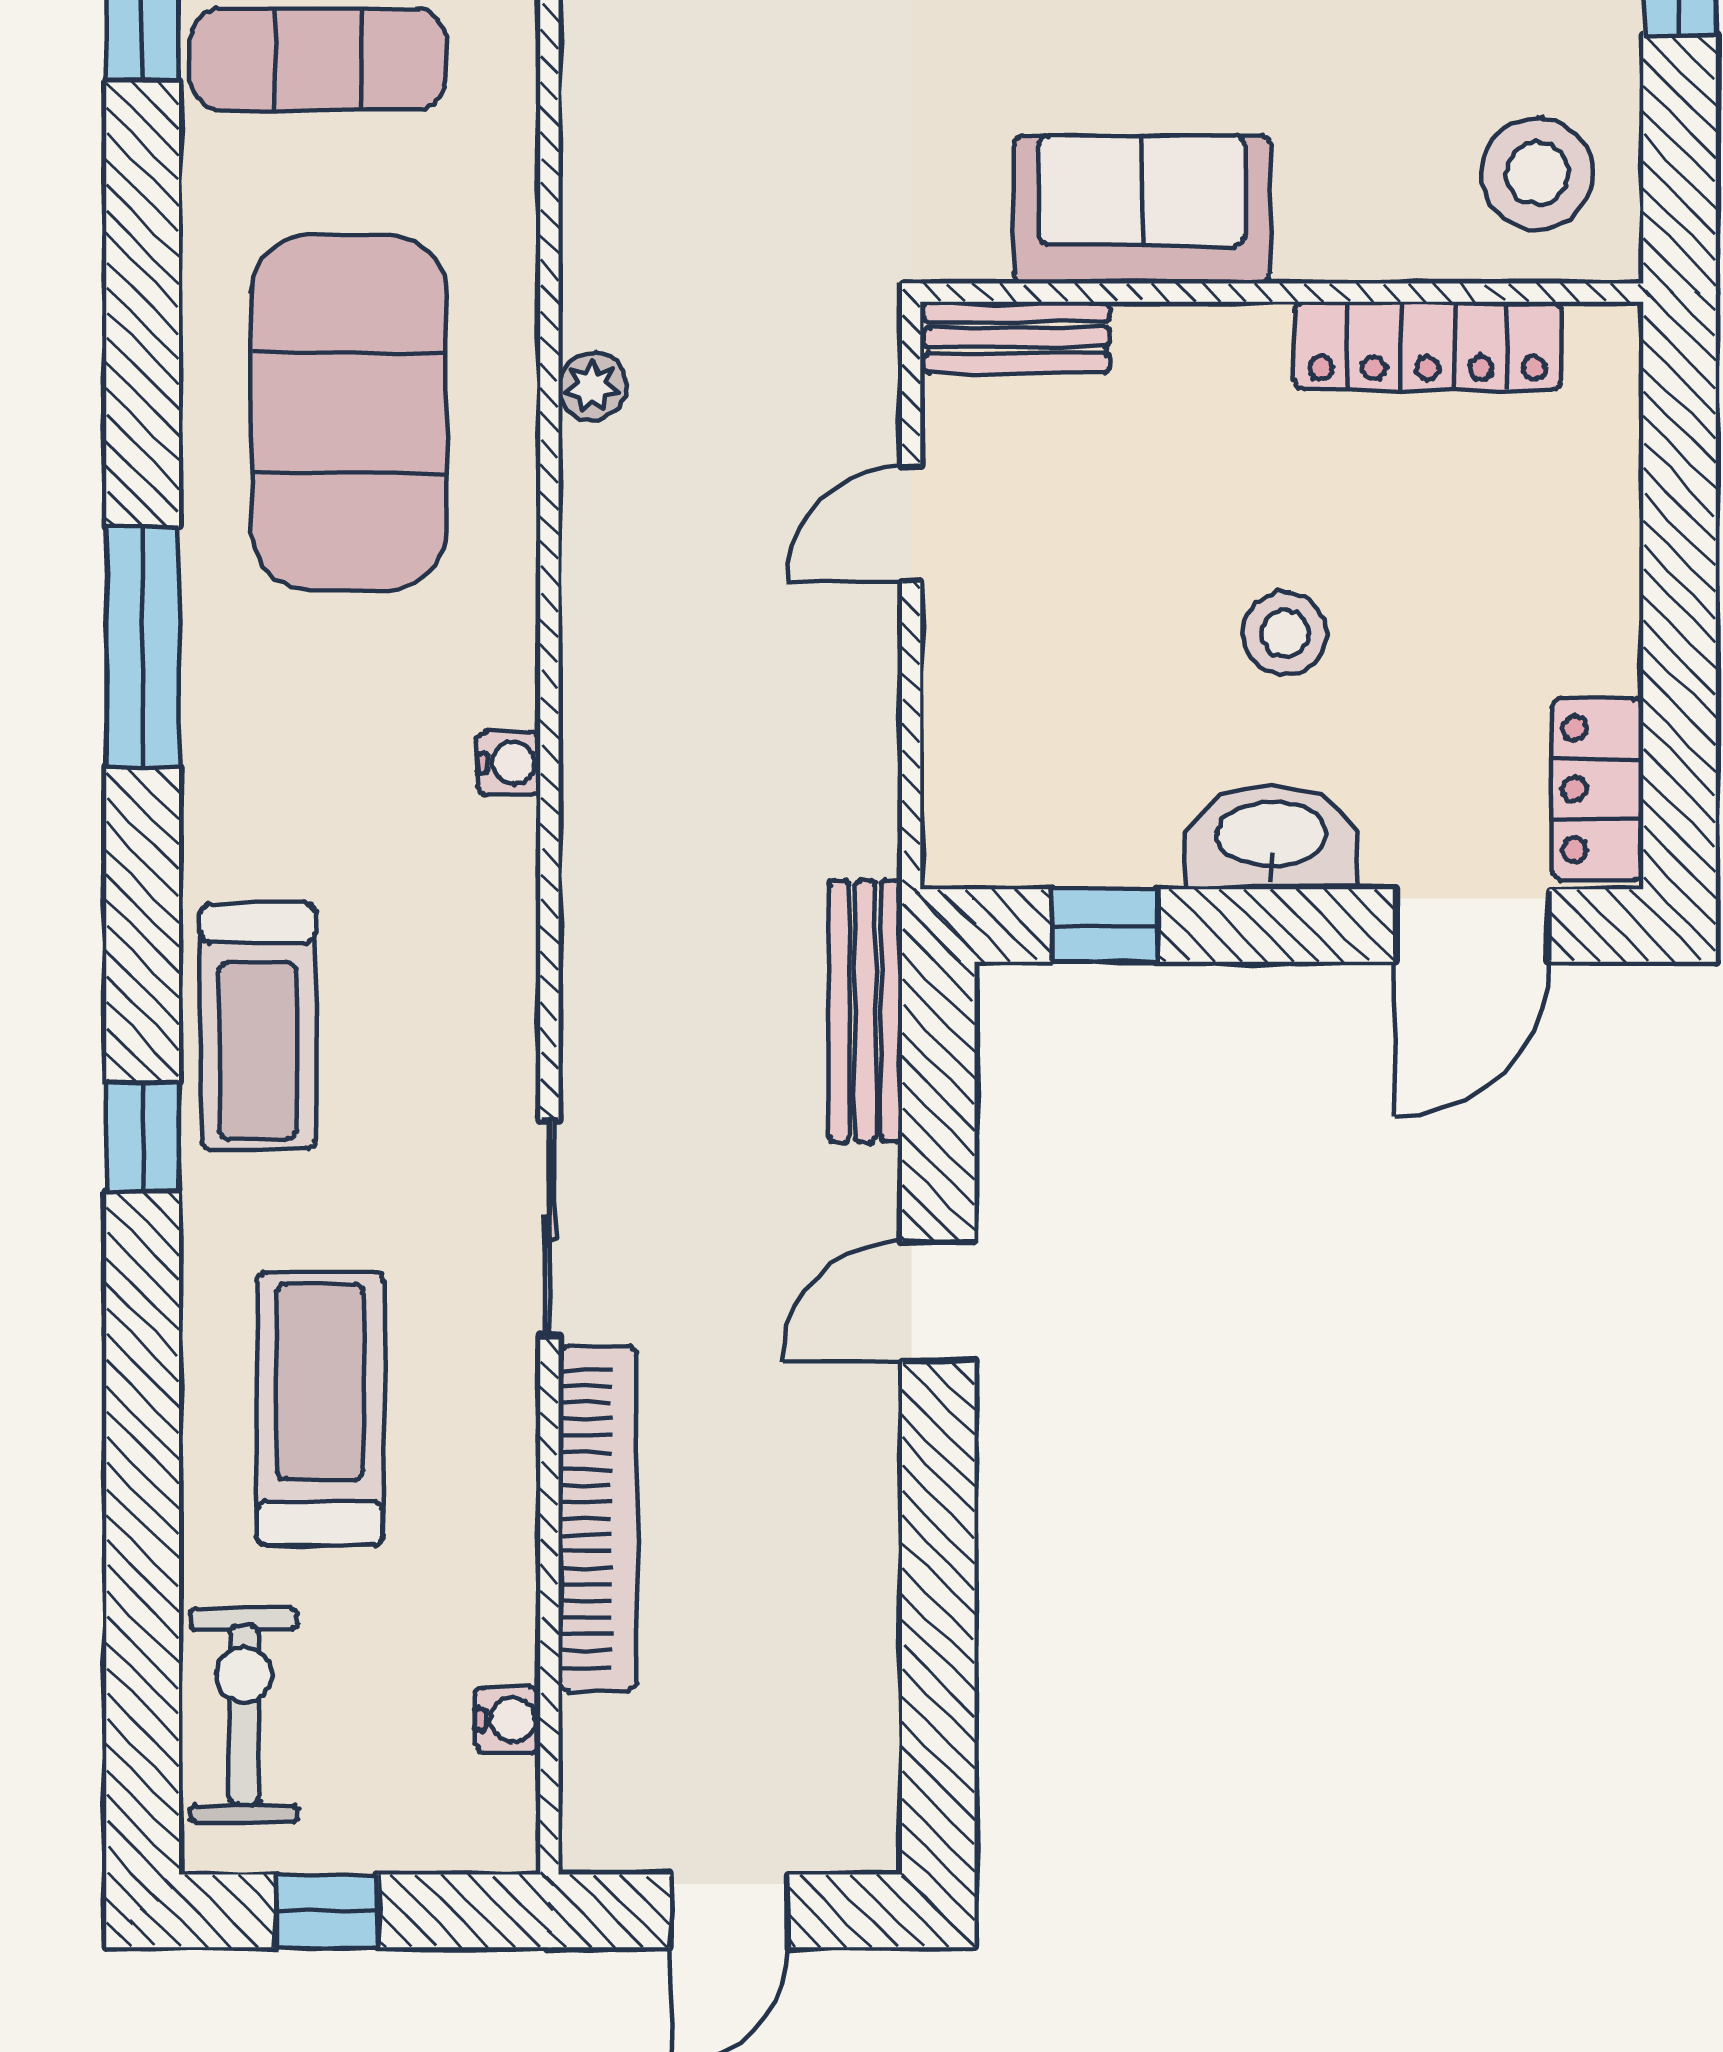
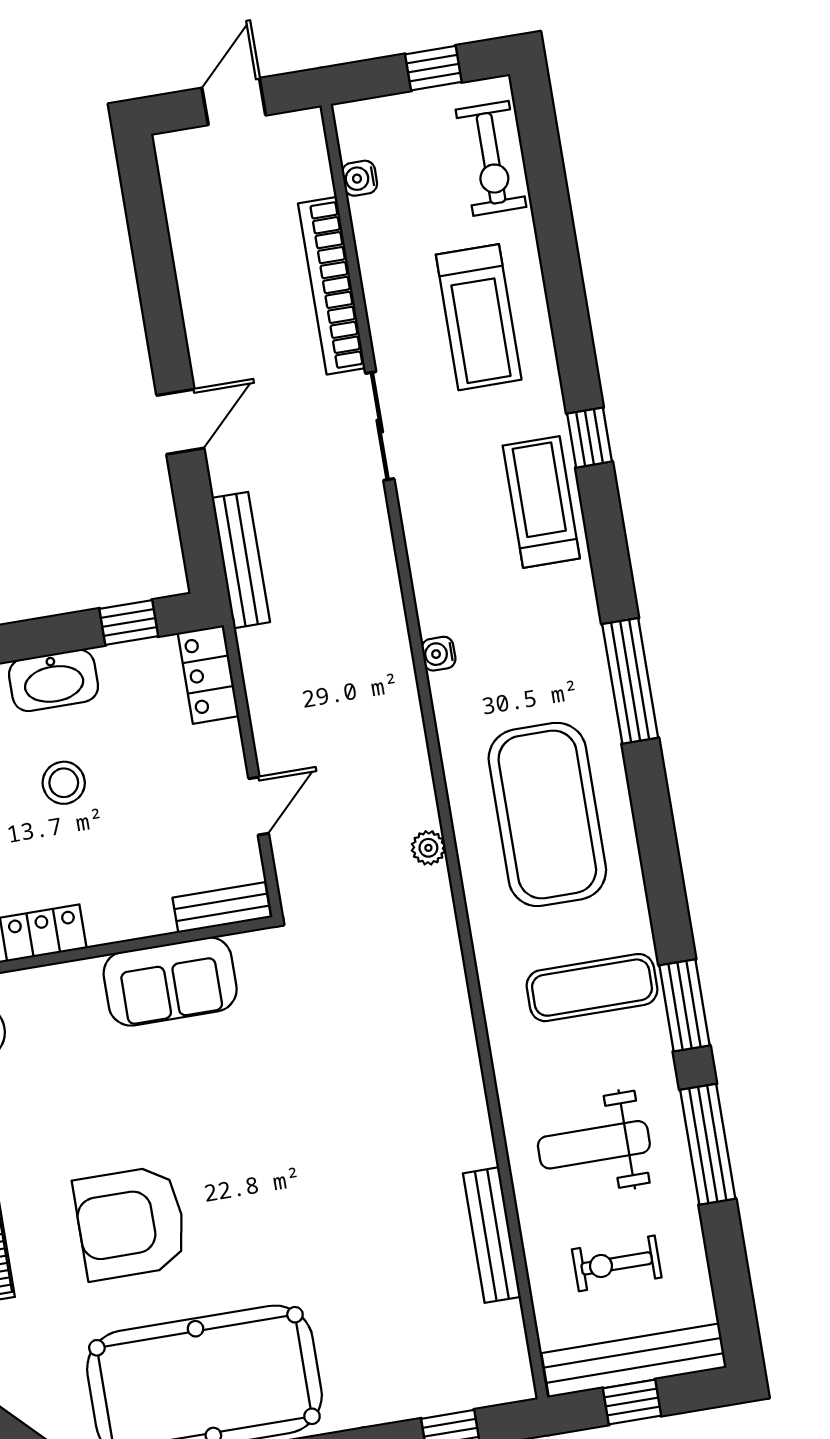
locker: (966, 798) -> (208, 675), added

